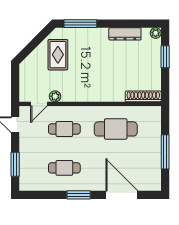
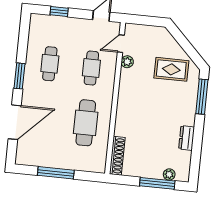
plant: (156, 33) -> (169, 174), moved
dresser: (125, 34) -> (187, 138), width x0.70
window: (165, 57) -> (157, 183), width x1.44
door: (39, 104) -> (121, 44), hinge flipped
window: (15, 164) -> (59, 12), width x0.67

